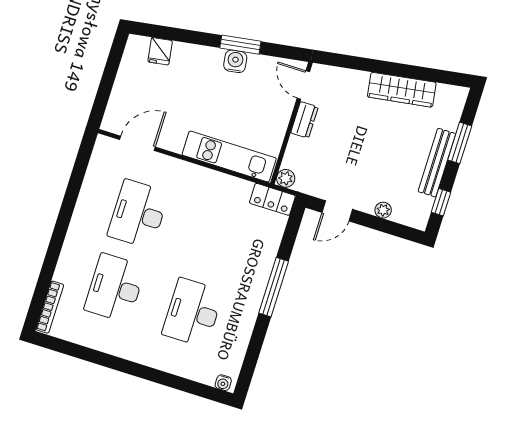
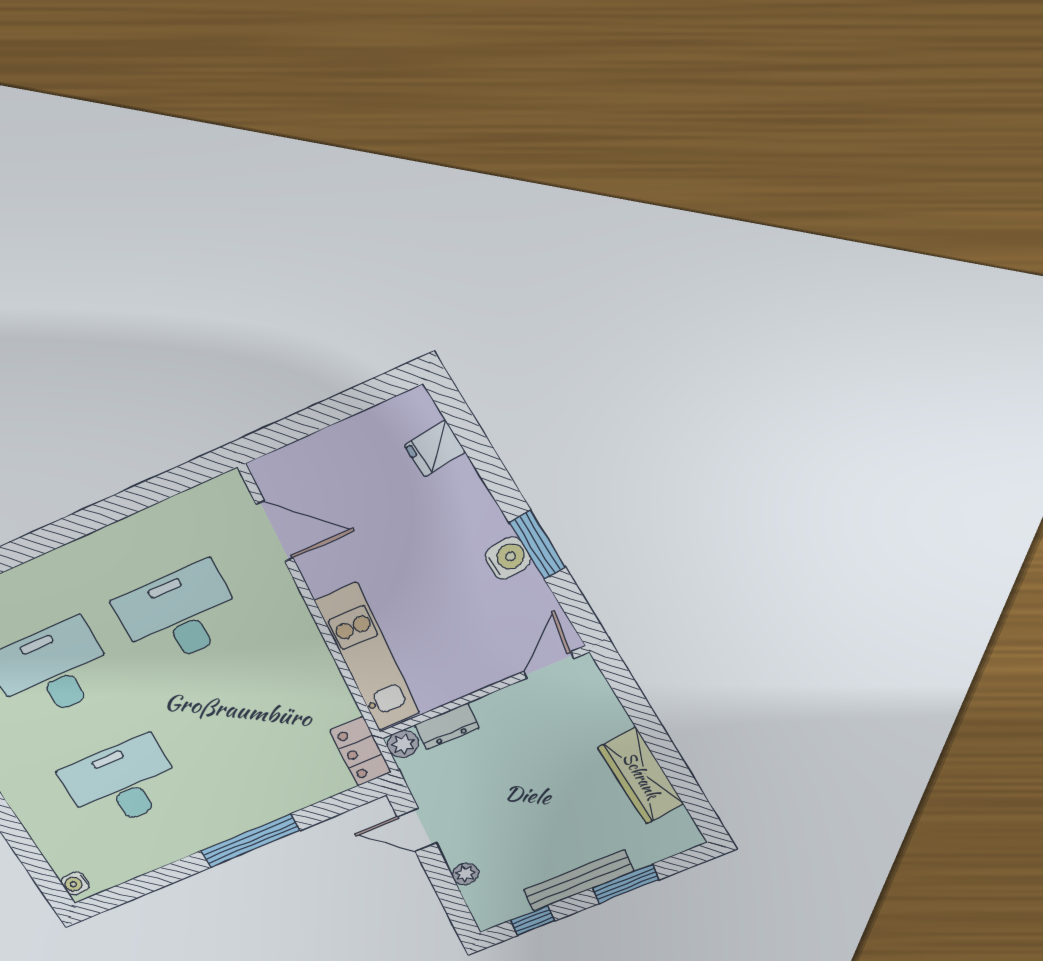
dresser: (304, 120) -> (447, 726), moved

